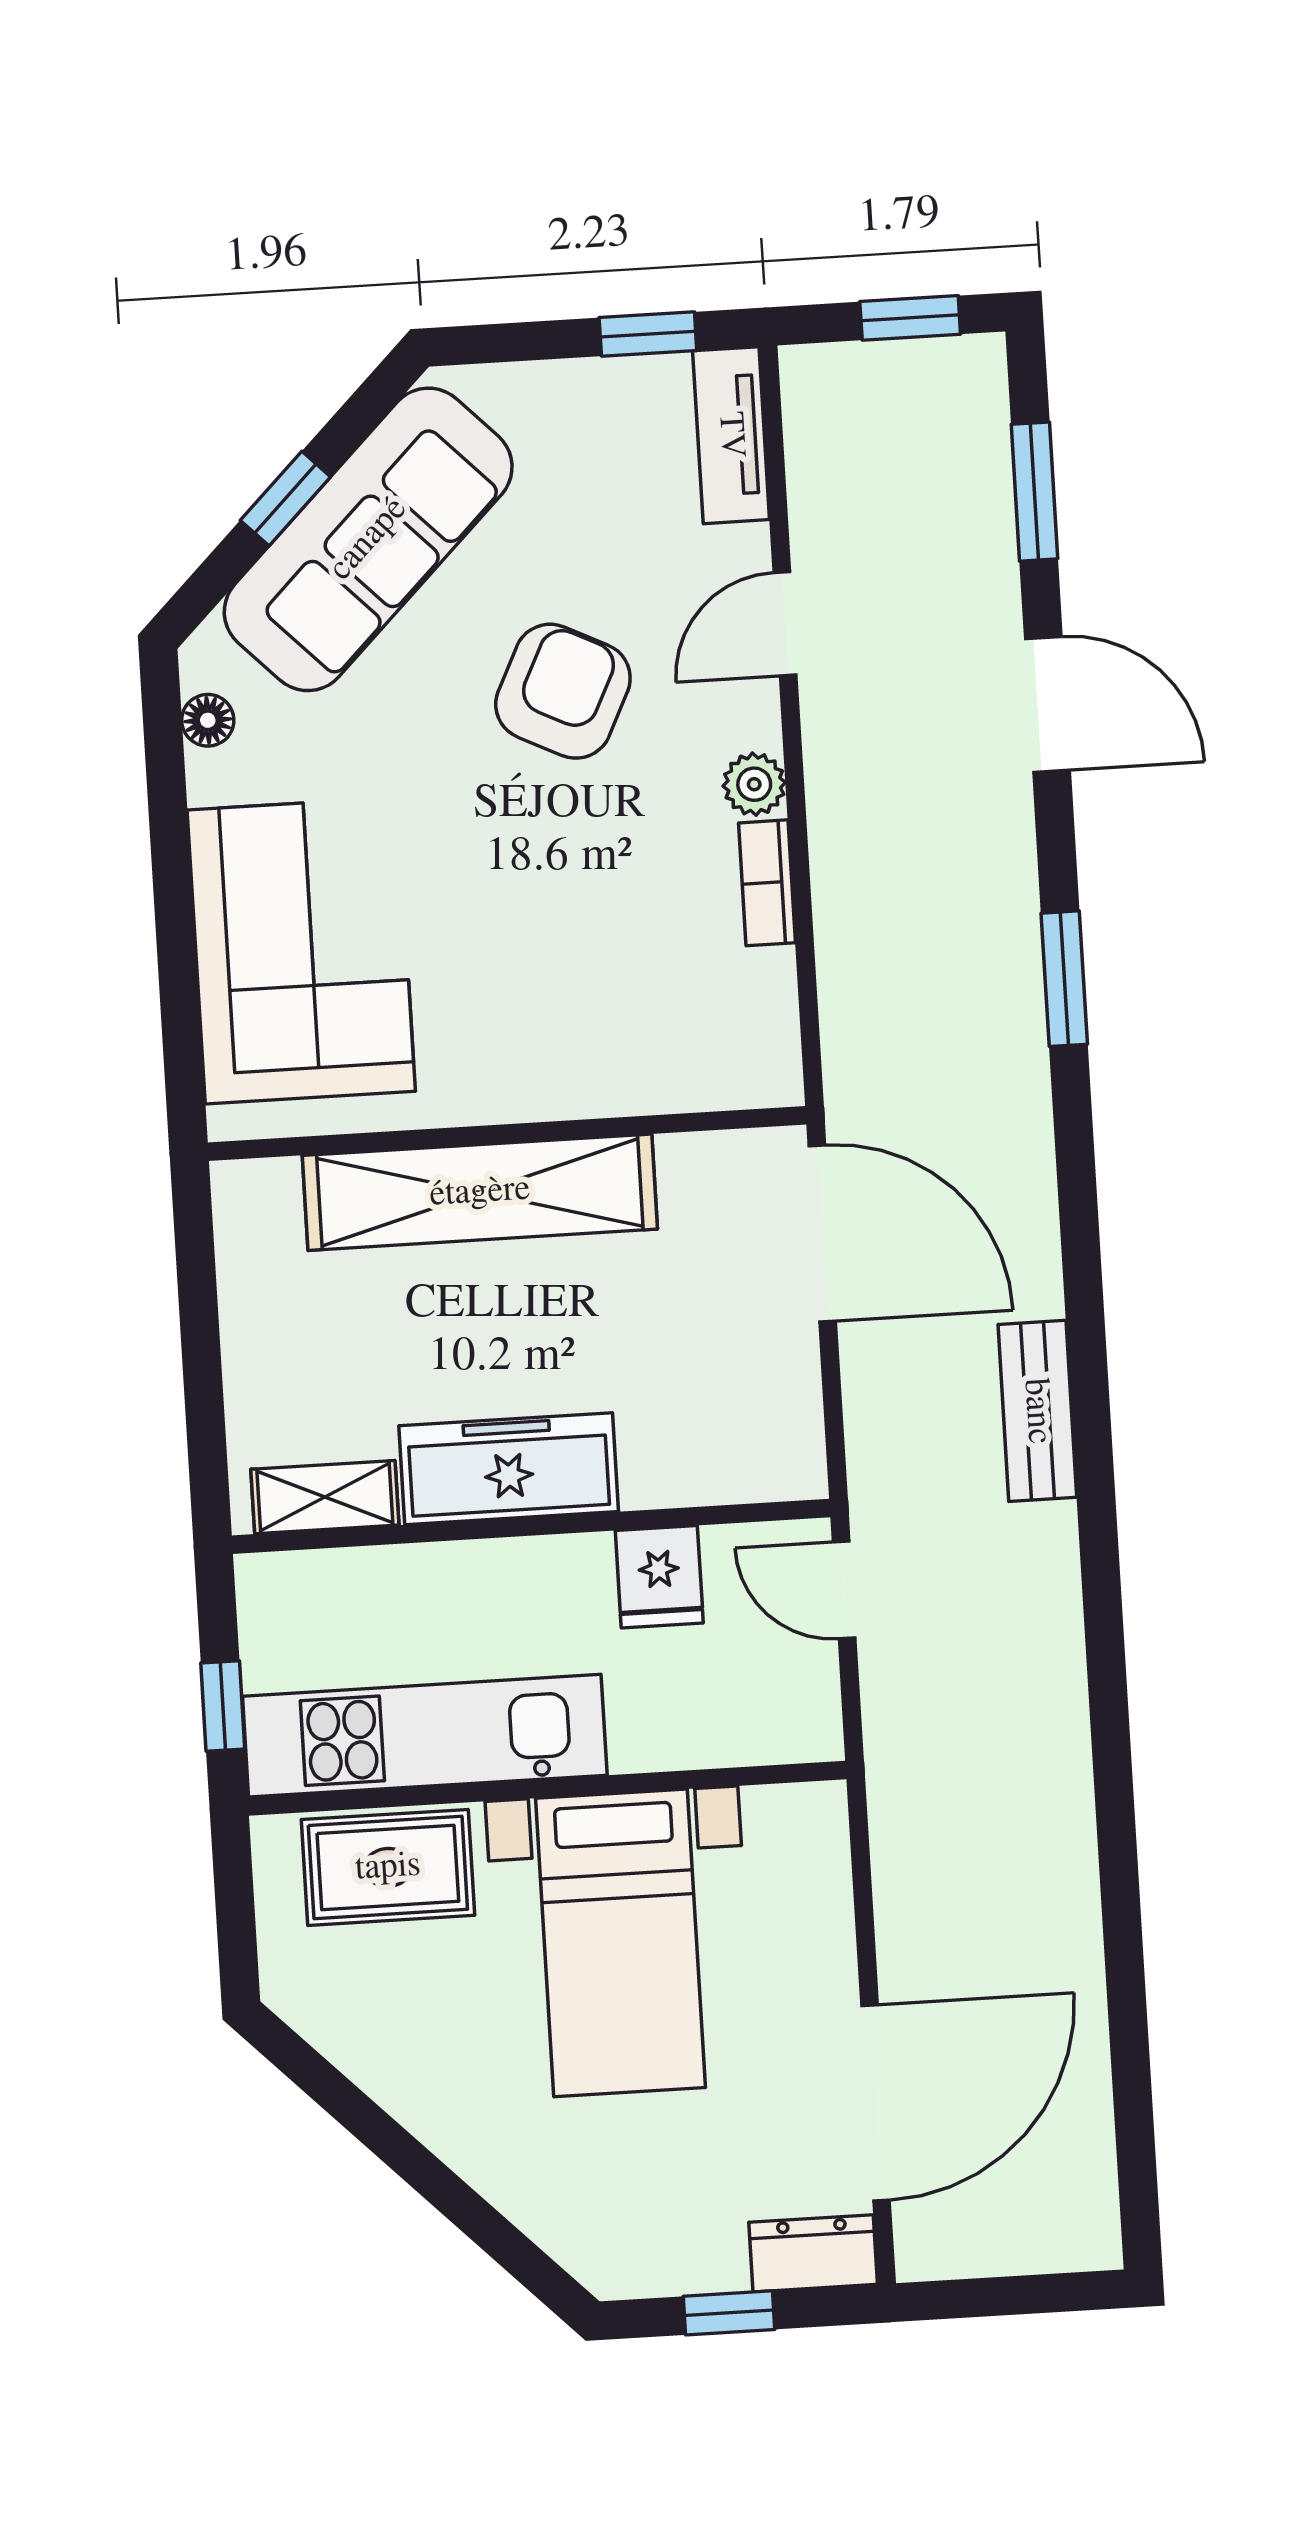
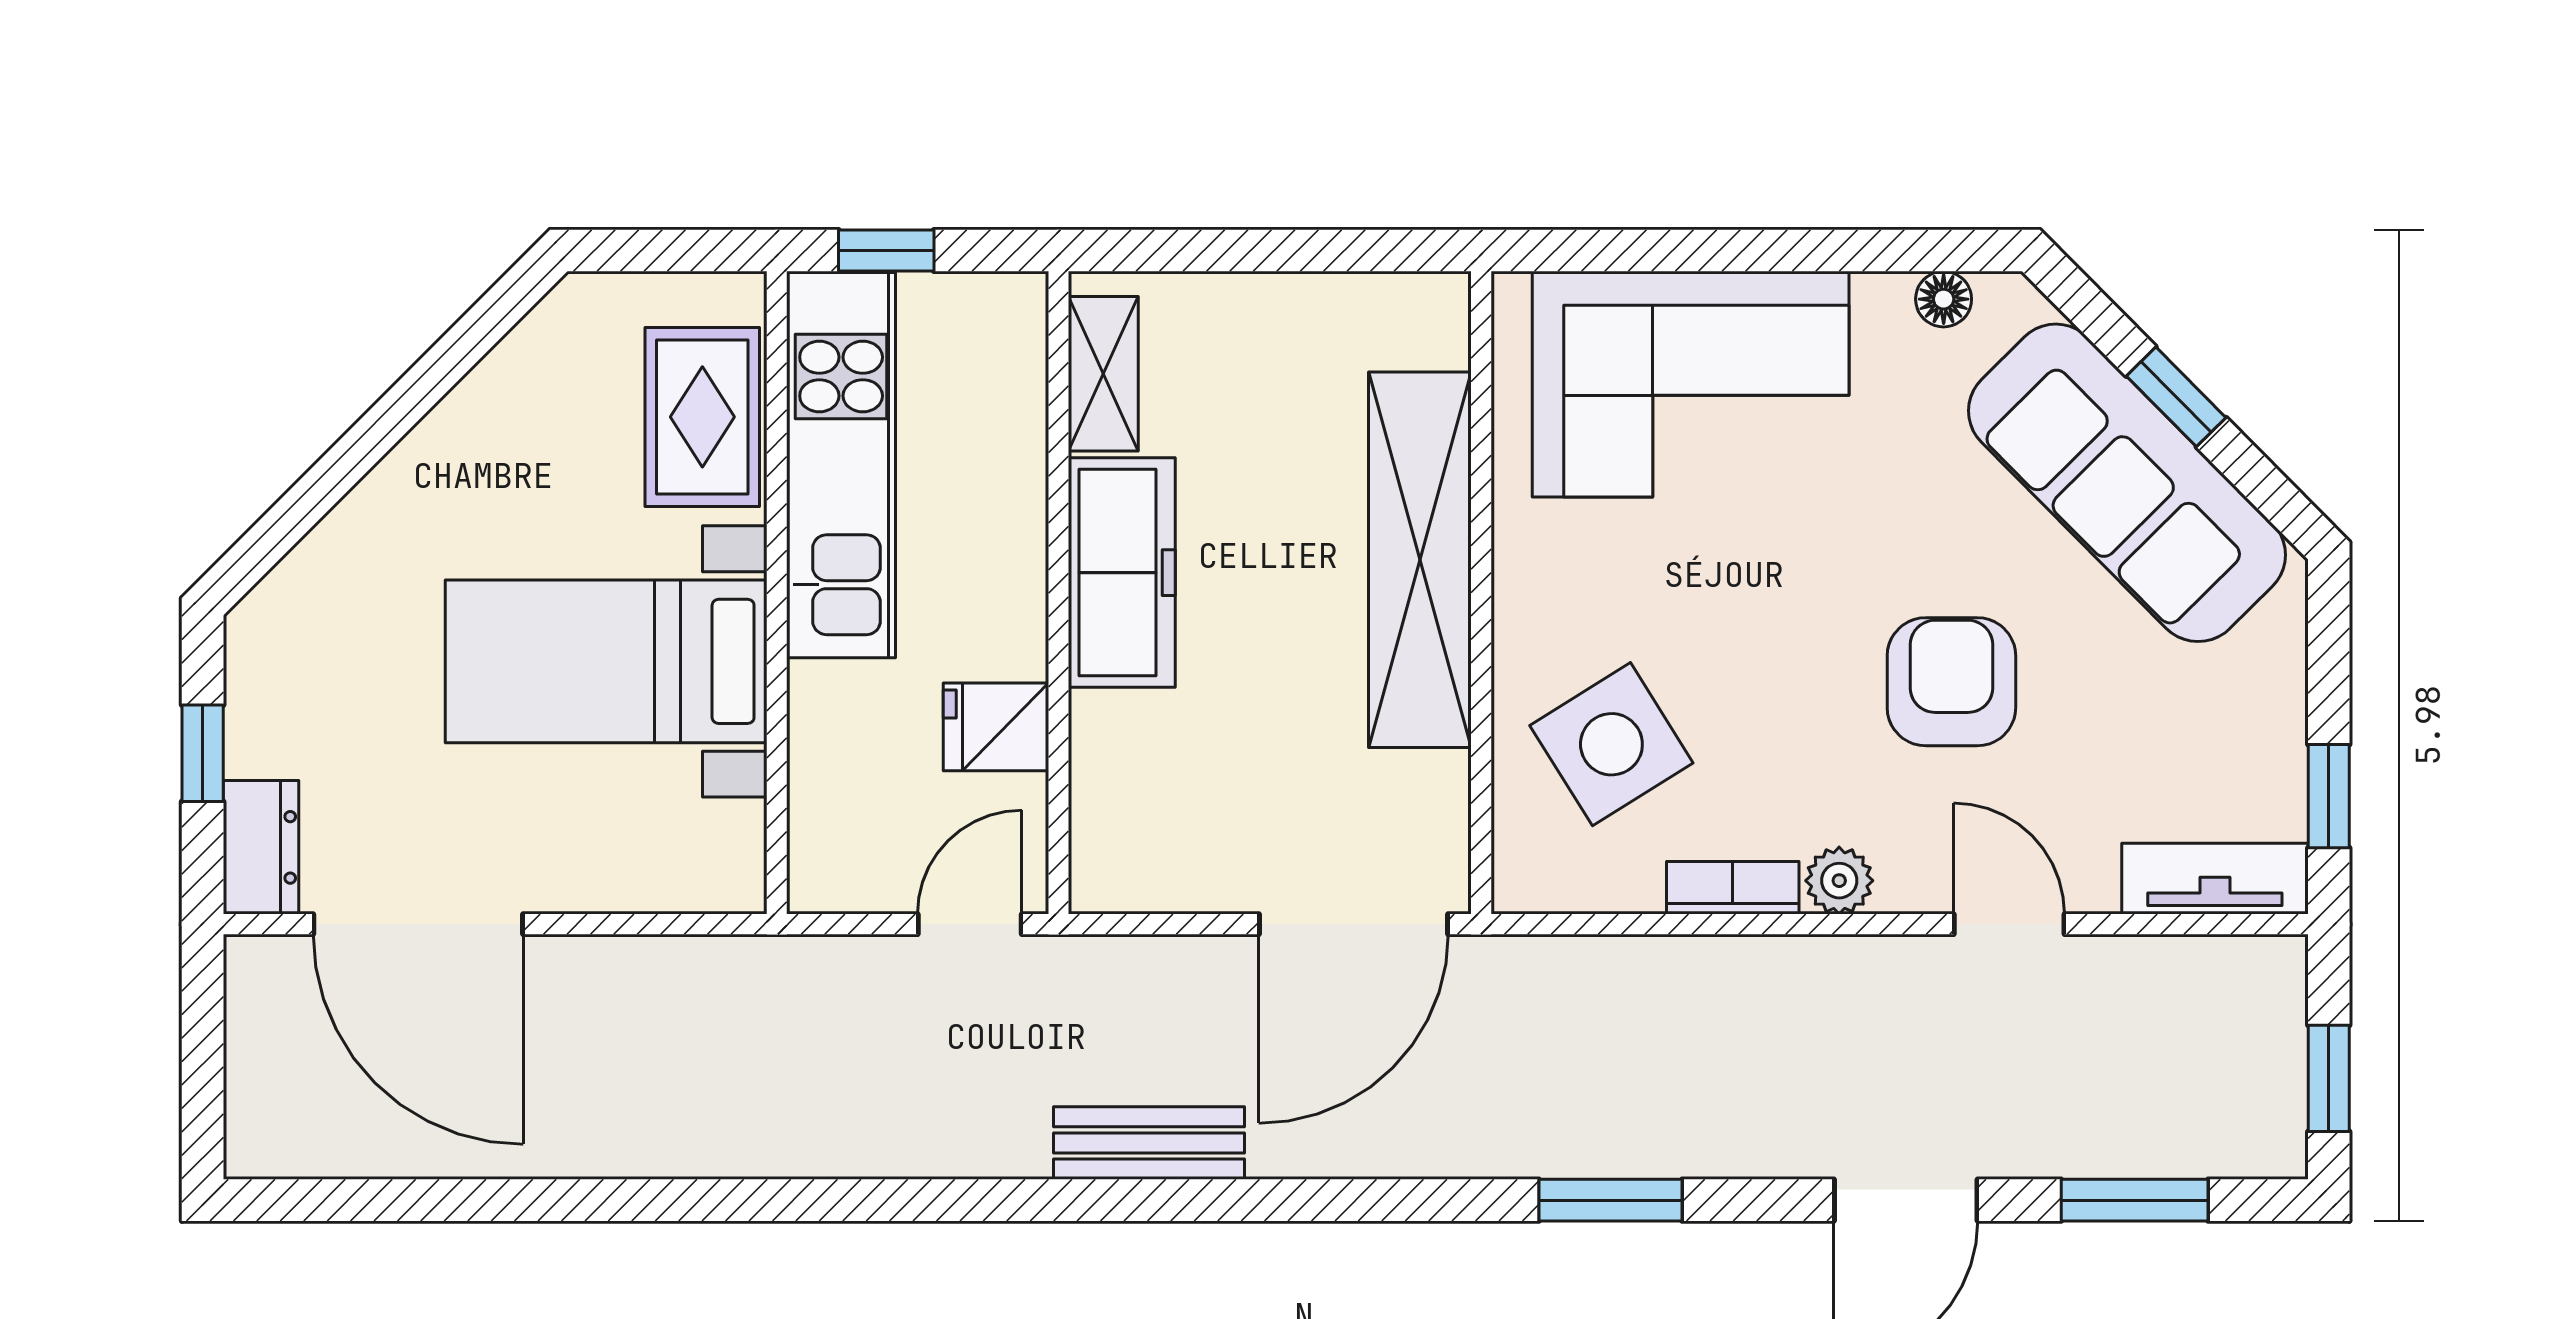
armchair: (563, 691) -> (1951, 682), turned -116
side table: (640, 1004) -> (1611, 744), added

